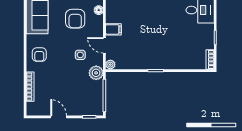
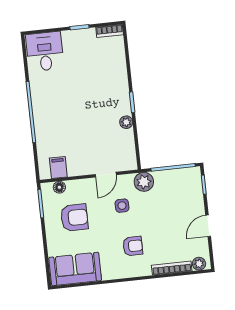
filing cabinet: (113, 29) -> (58, 168), moved
armchair: (39, 55) -> (133, 246), moved
plant: (110, 65) -> (126, 122), moved
plant: (31, 107) -> (199, 264), added

